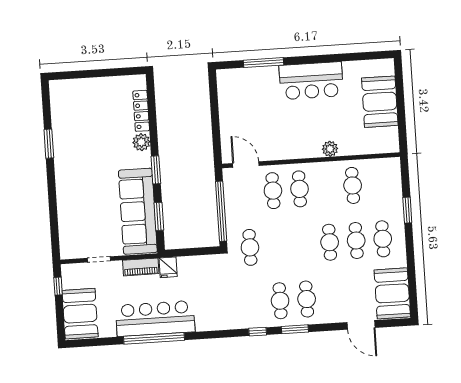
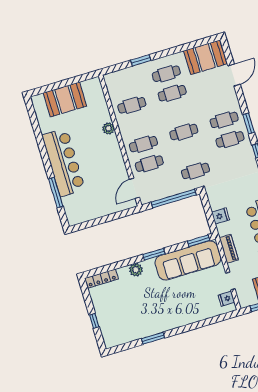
window: (88, 74) -> (94, 321), added
bar counter: (311, 81) -> (64, 162), width x1.36
locker: (141, 111) -> (101, 279), moved
window: (159, 216) -> (199, 241), moved
cafe table: (330, 242) -> (184, 132), moved
fridge: (78, 249) -> (226, 299), added
fridge: (168, 267) -> (221, 216), moved

